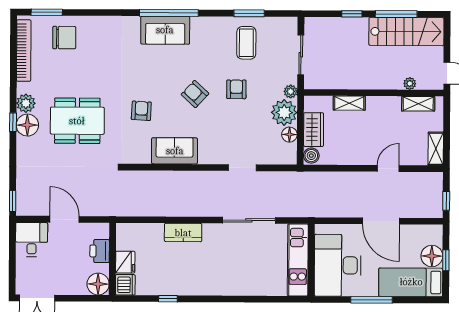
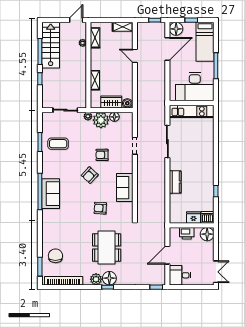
armchair: (236, 89) -> (102, 155), moved
door: (381, 221) -> (167, 49), moved
floor lamp: (432, 256) -> (176, 29), moved

